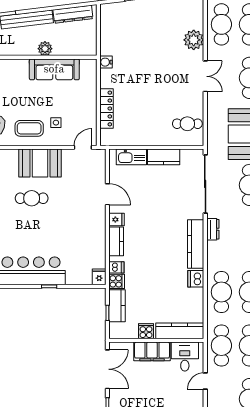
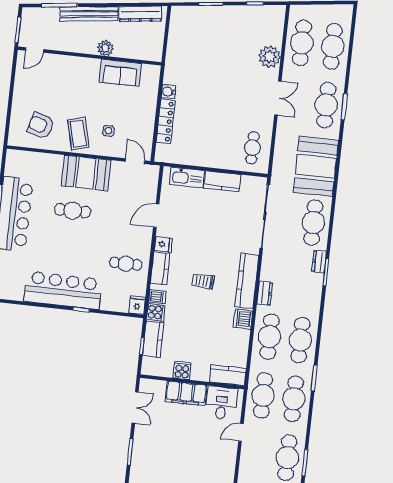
water cooler: (106, 62) -> (168, 92), moved
sofa: (54, 69) -> (120, 73), width x0.73
cafe table: (187, 124) -> (252, 148), turned 90
coffee table: (29, 128) -> (78, 134), turned 76
door: (83, 147) -> (135, 161), hinge flipped
door: (107, 194) -> (156, 216), swing flipped
dresser: (213, 229) -> (265, 293), moved
cafe table: (85, 241) -> (126, 264), added
trolley: (156, 249) -> (203, 281), added
kitchen counter: (180, 331) -> (228, 375), width x0.67
double door: (107, 369) -> (135, 407), width x0.73

